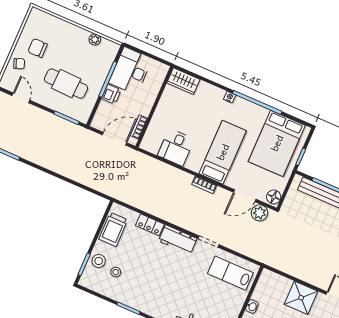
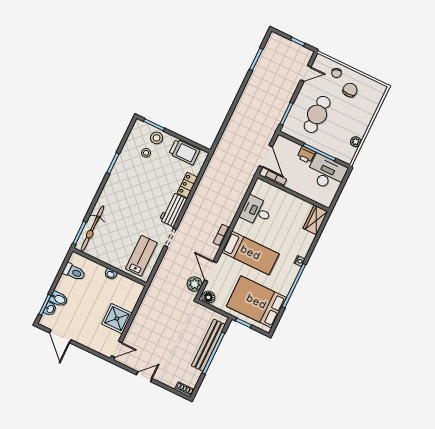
trolley: (113, 229) -> (184, 152), turned 180

